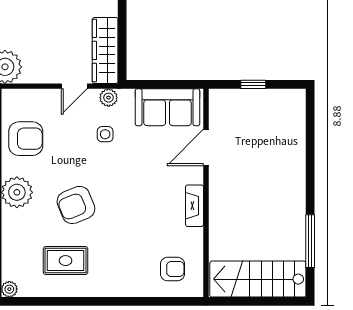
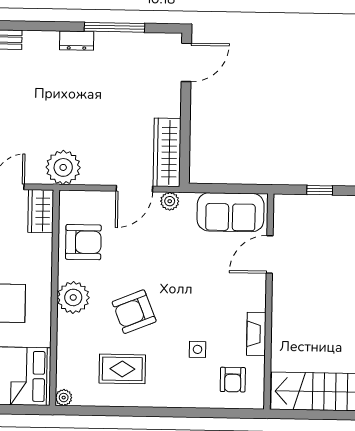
door: (74, 86) -> (134, 189), width x1.38
side table: (105, 134) -> (198, 349), moved
fireplace: (194, 206) -> (256, 334), moved
armchair: (172, 269) -> (233, 380), turned 90

